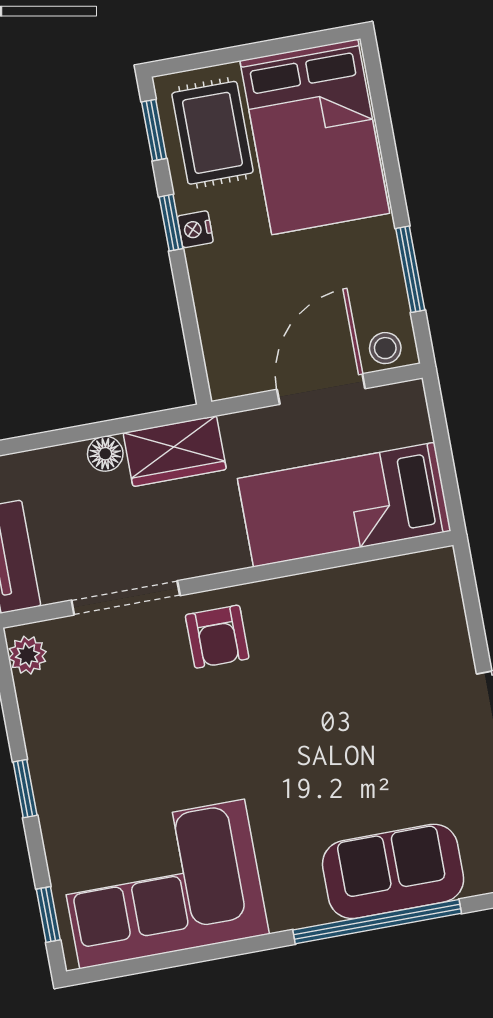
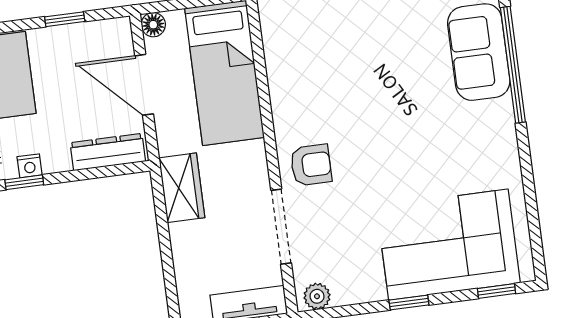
window: (410, 269) -> (65, 19), width x0.67
dresser: (221, 341) -> (108, 152), added
stool: (385, 348) -> (118, 39), removed
floor lamp: (105, 454) -> (153, 25), moved
corner sofa: (162, 884) -> (448, 245), moved, turned 90

